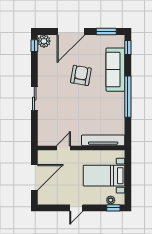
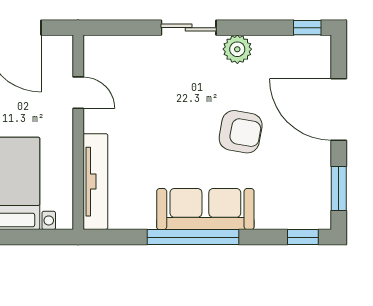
plant: (44, 41) -> (237, 49), moved
sofa: (115, 70) -> (205, 209), moved

